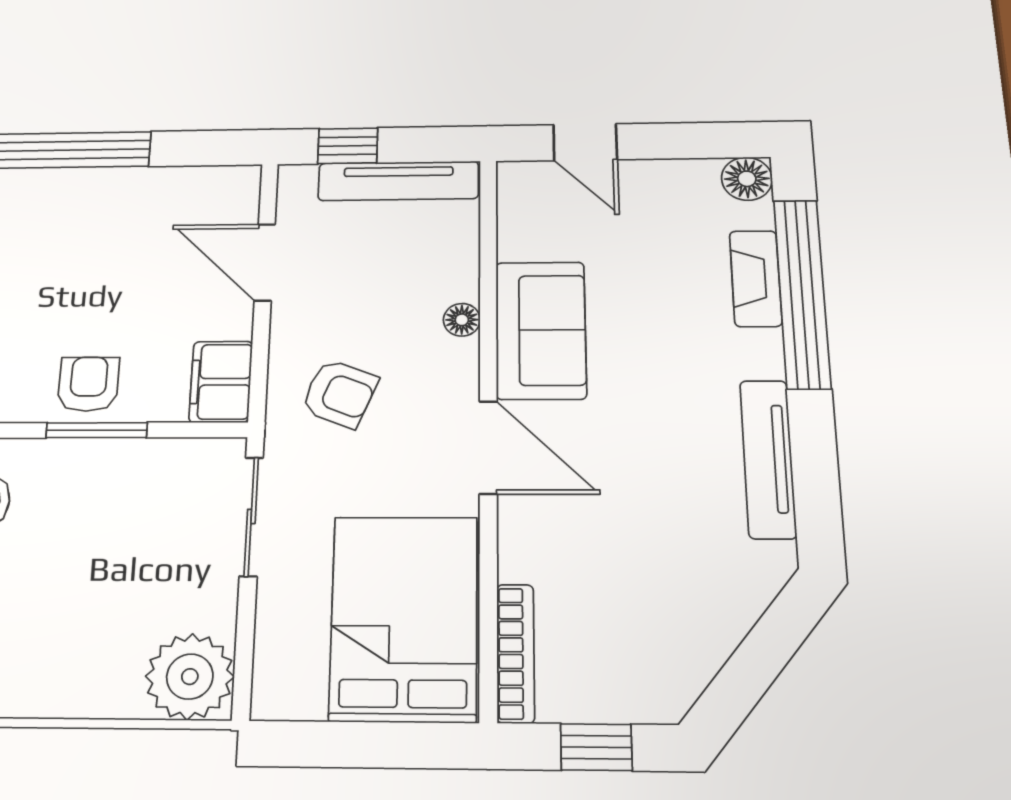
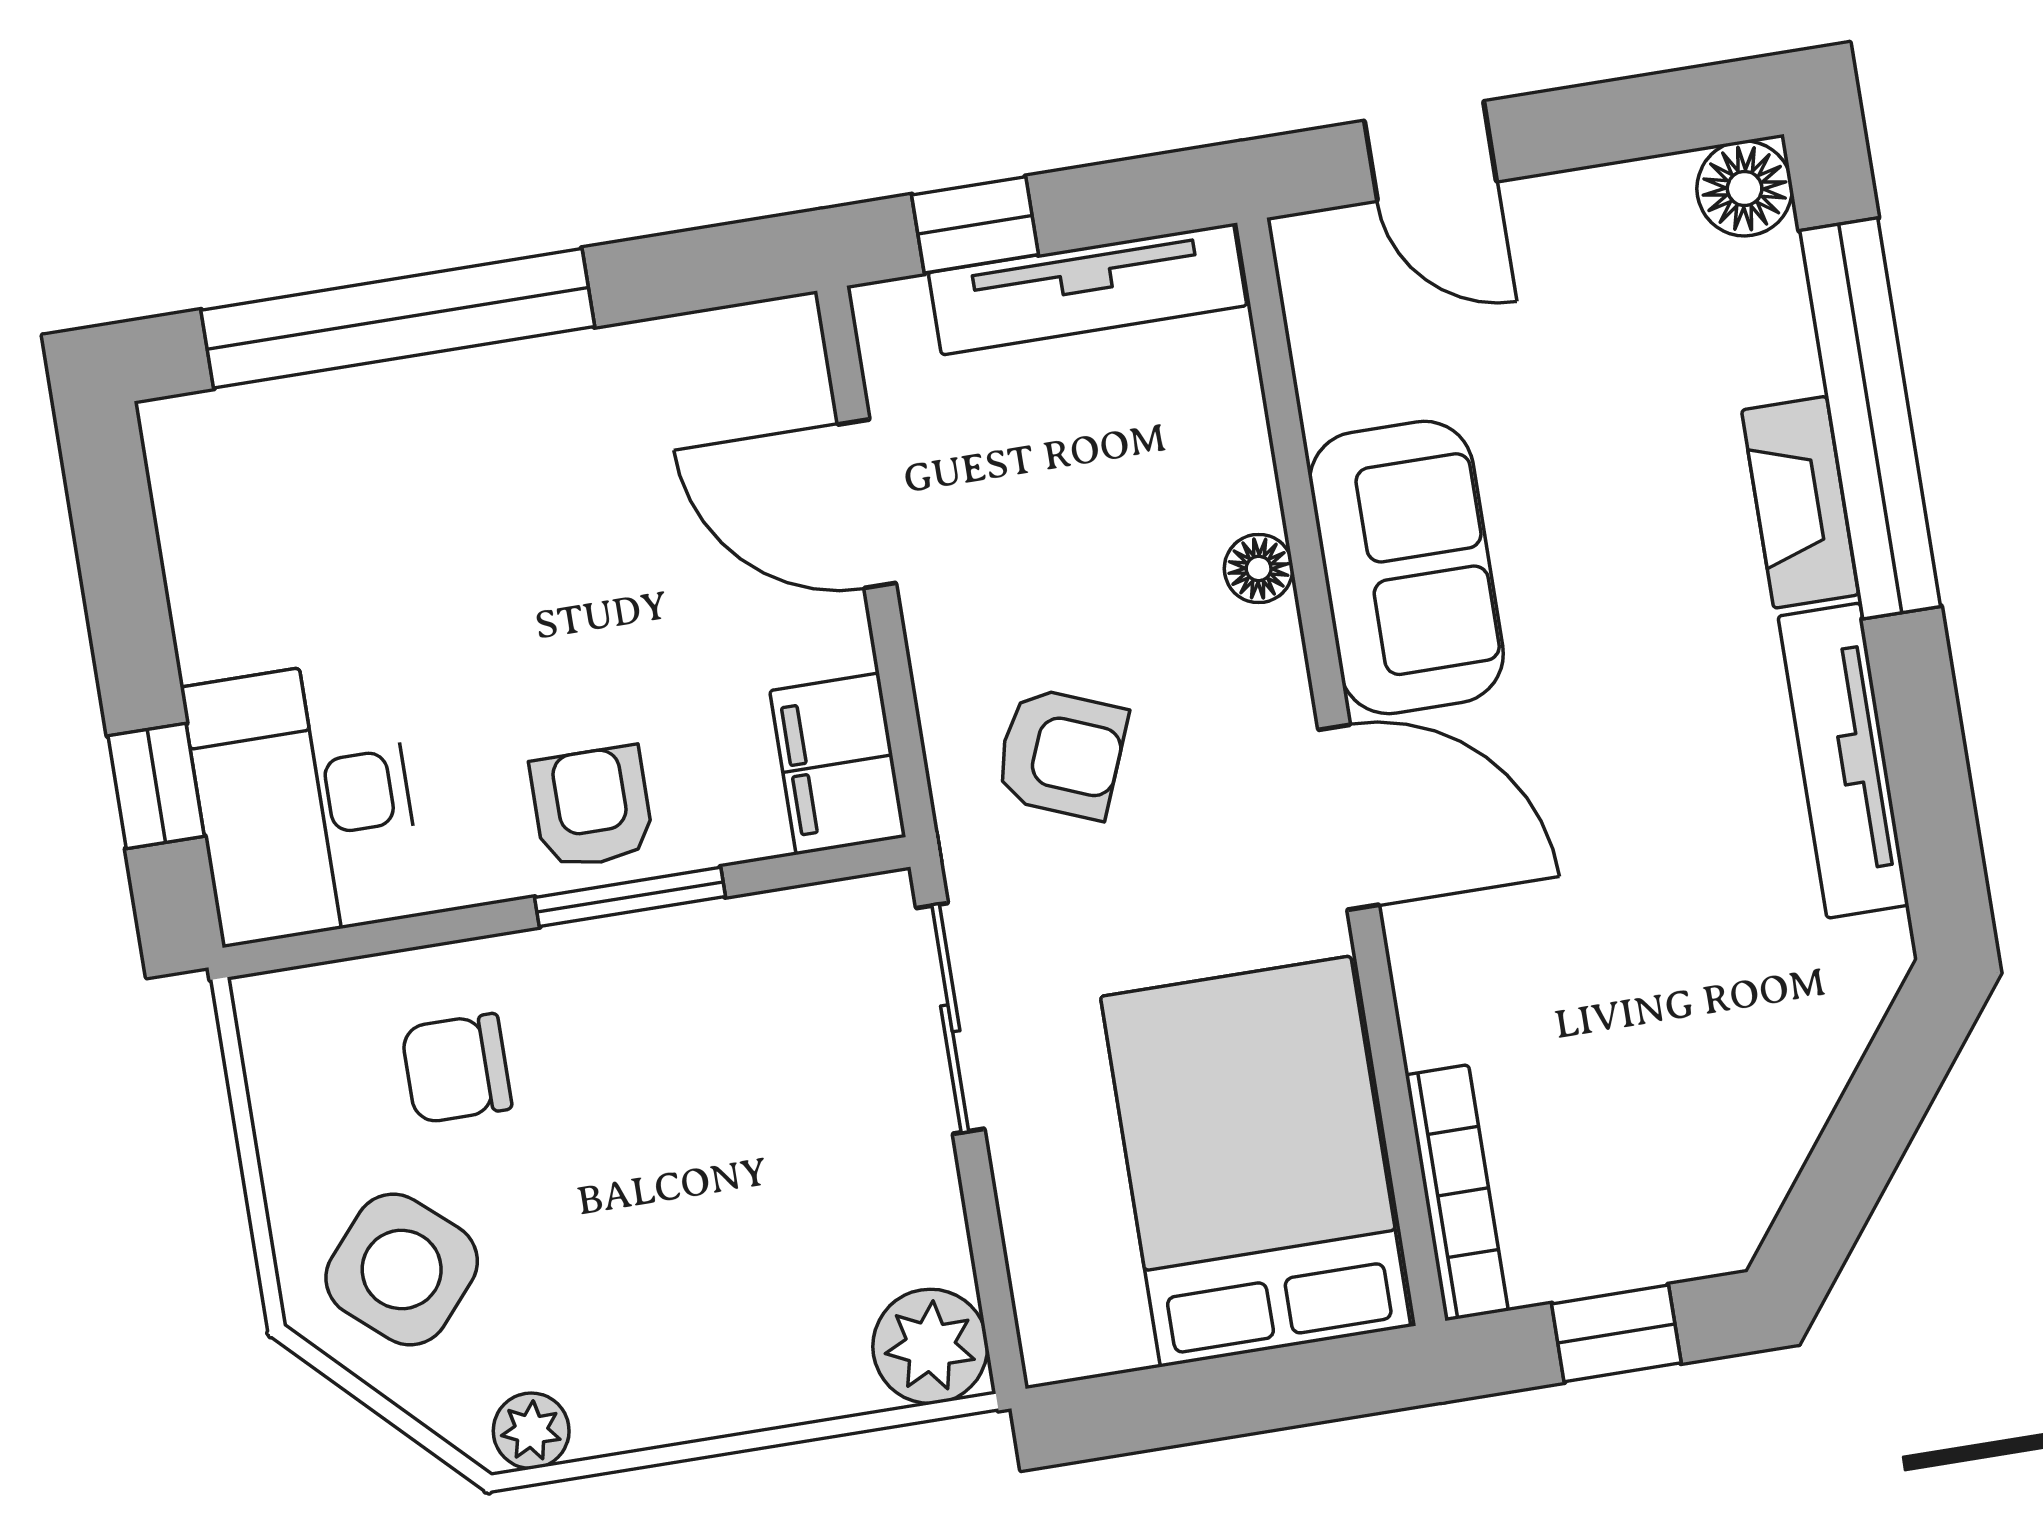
fireplace: (756, 278) -> (1800, 502), moved
plant: (190, 677) -> (930, 1346), width x0.73, depth x0.73

